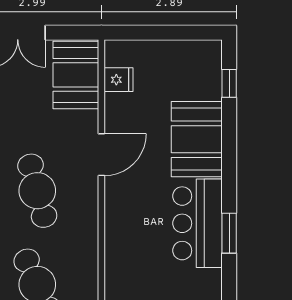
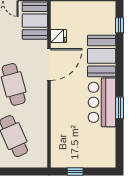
fridge: (119, 80) -> (58, 36), moved
door: (101, 155) -> (49, 64), width x1.36

